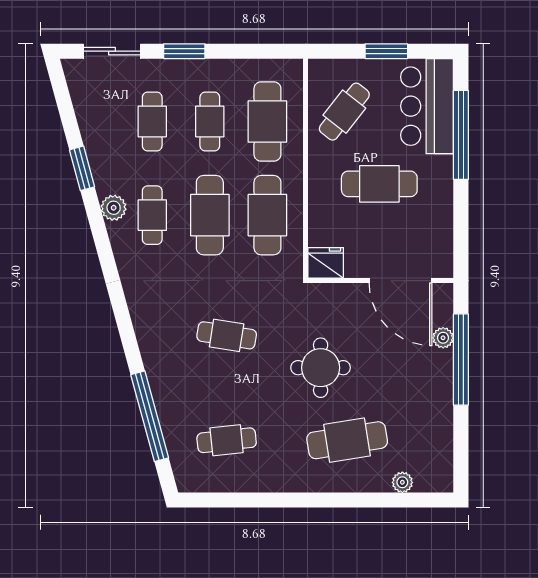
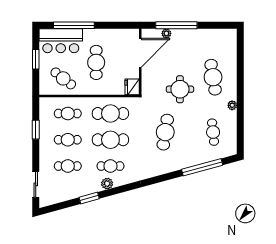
window: (184, 51) -> (36, 130), moved
cafe table: (267, 122) -> (68, 113), width x0.73, depth x0.74
cafe table: (227, 335) -> (165, 132), width x1.37, depth x1.35
plant: (402, 482) -> (232, 105), moved

